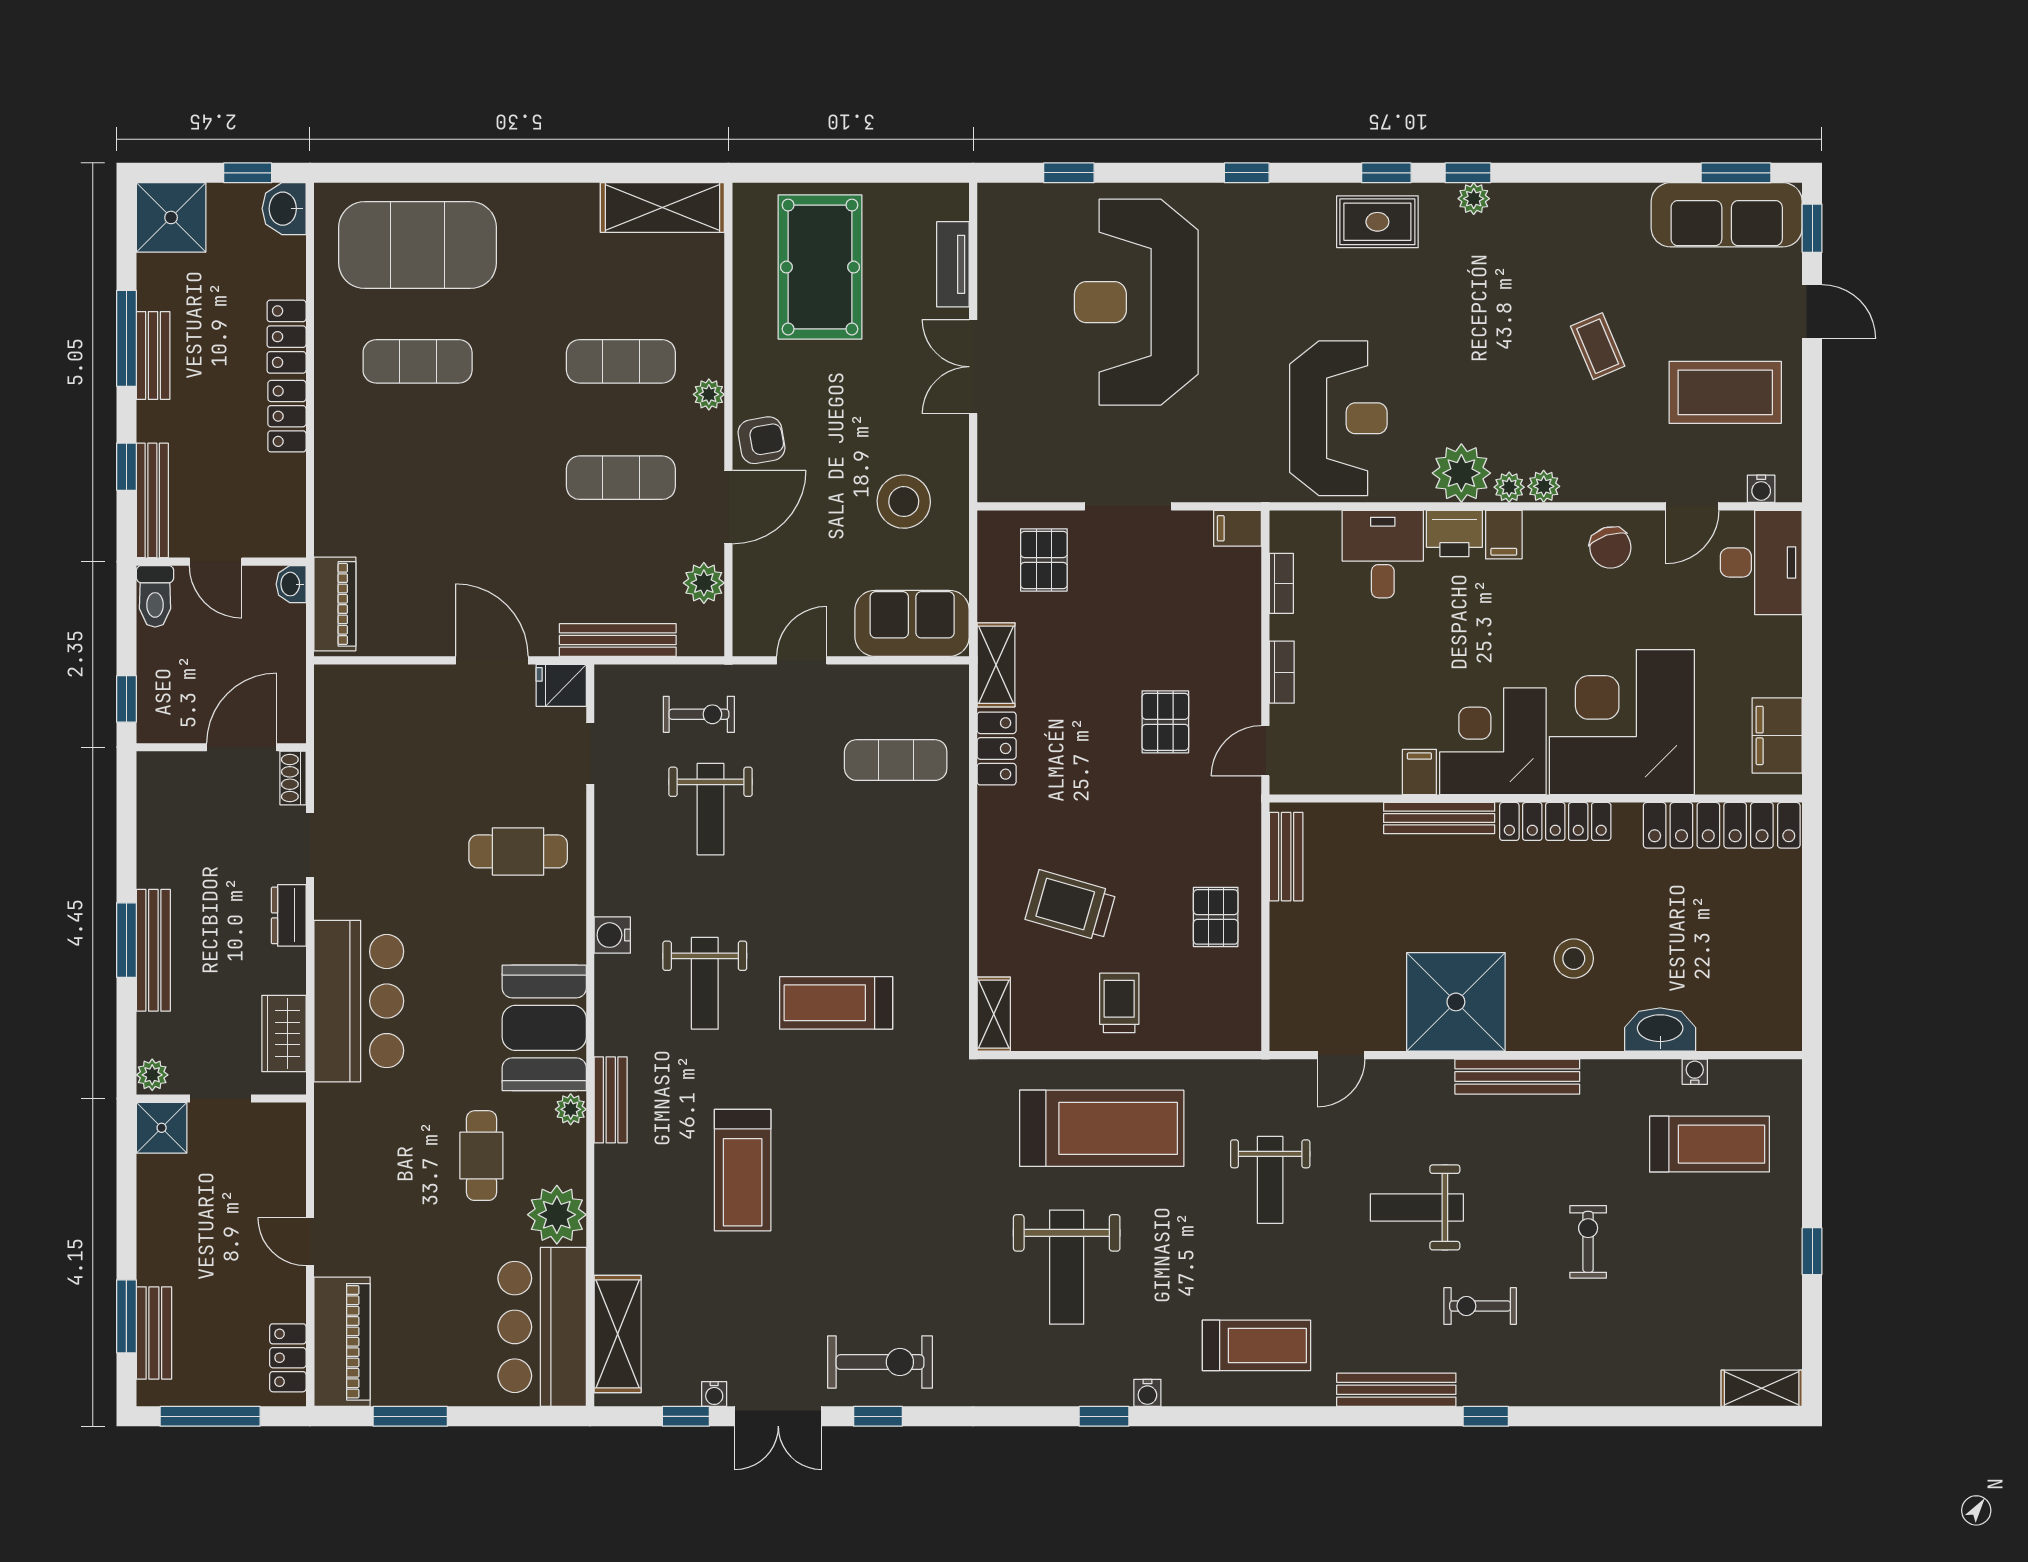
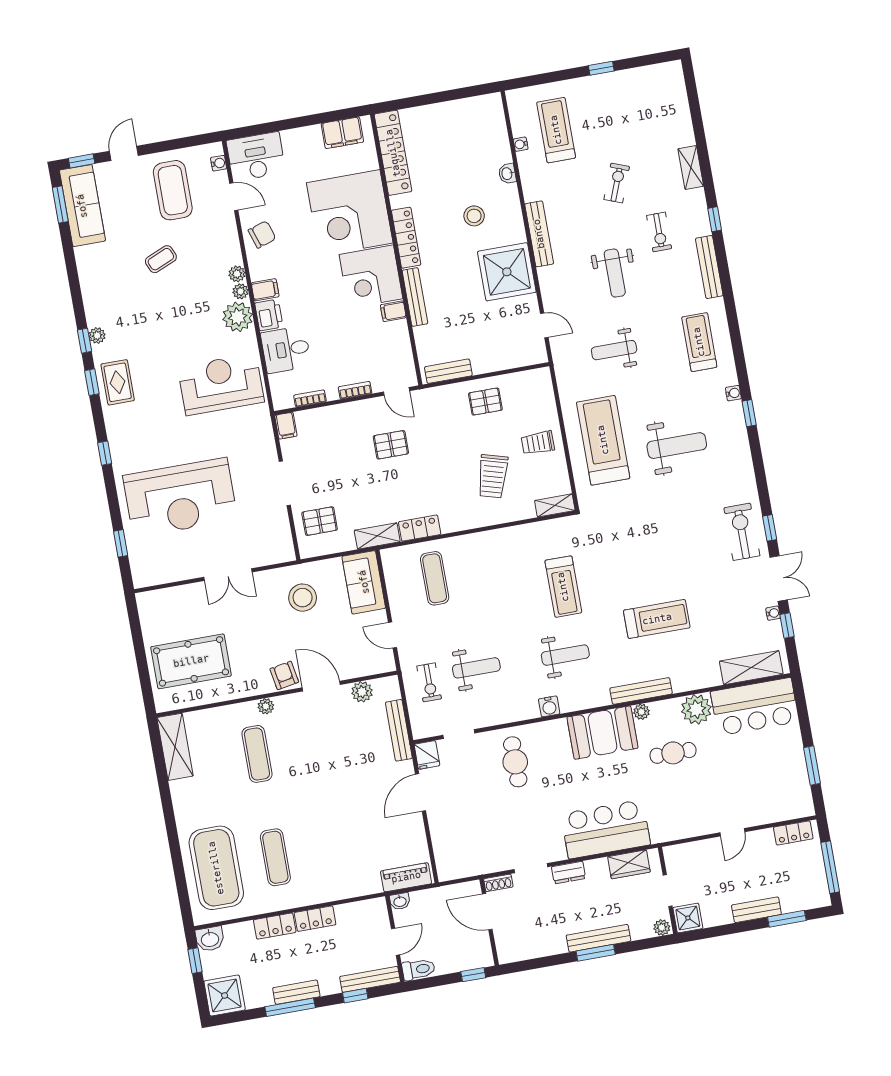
tv unit: (953, 264) -> (178, 594), removed
exercise mat: (621, 478) -> (316, 743), removed
exercise bike: (699, 714) -> (429, 682), turned 180
washbasin: (1660, 1030) -> (507, 174), width x0.52, depth x0.69
bench: (611, 1100) -> (641, 691), width x1.36
weight bench: (1270, 1180) -> (614, 350), turned 180
exercise bike: (1588, 1242) -> (617, 183), turned 111
bench: (154, 1333) -> (756, 910), moved
piano: (342, 1342) -> (780, 807), removed
shelving: (1762, 1388) -> (691, 168), moved

